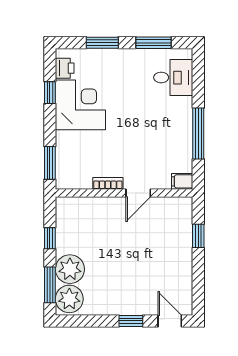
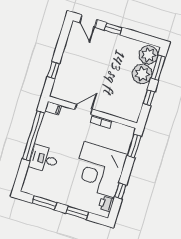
desk: (173, 78) -> (44, 159), moved
corner desk: (80, 105) -> (99, 170), width x1.36, depth x1.36
window: (198, 133) -> (33, 136), width x1.46

